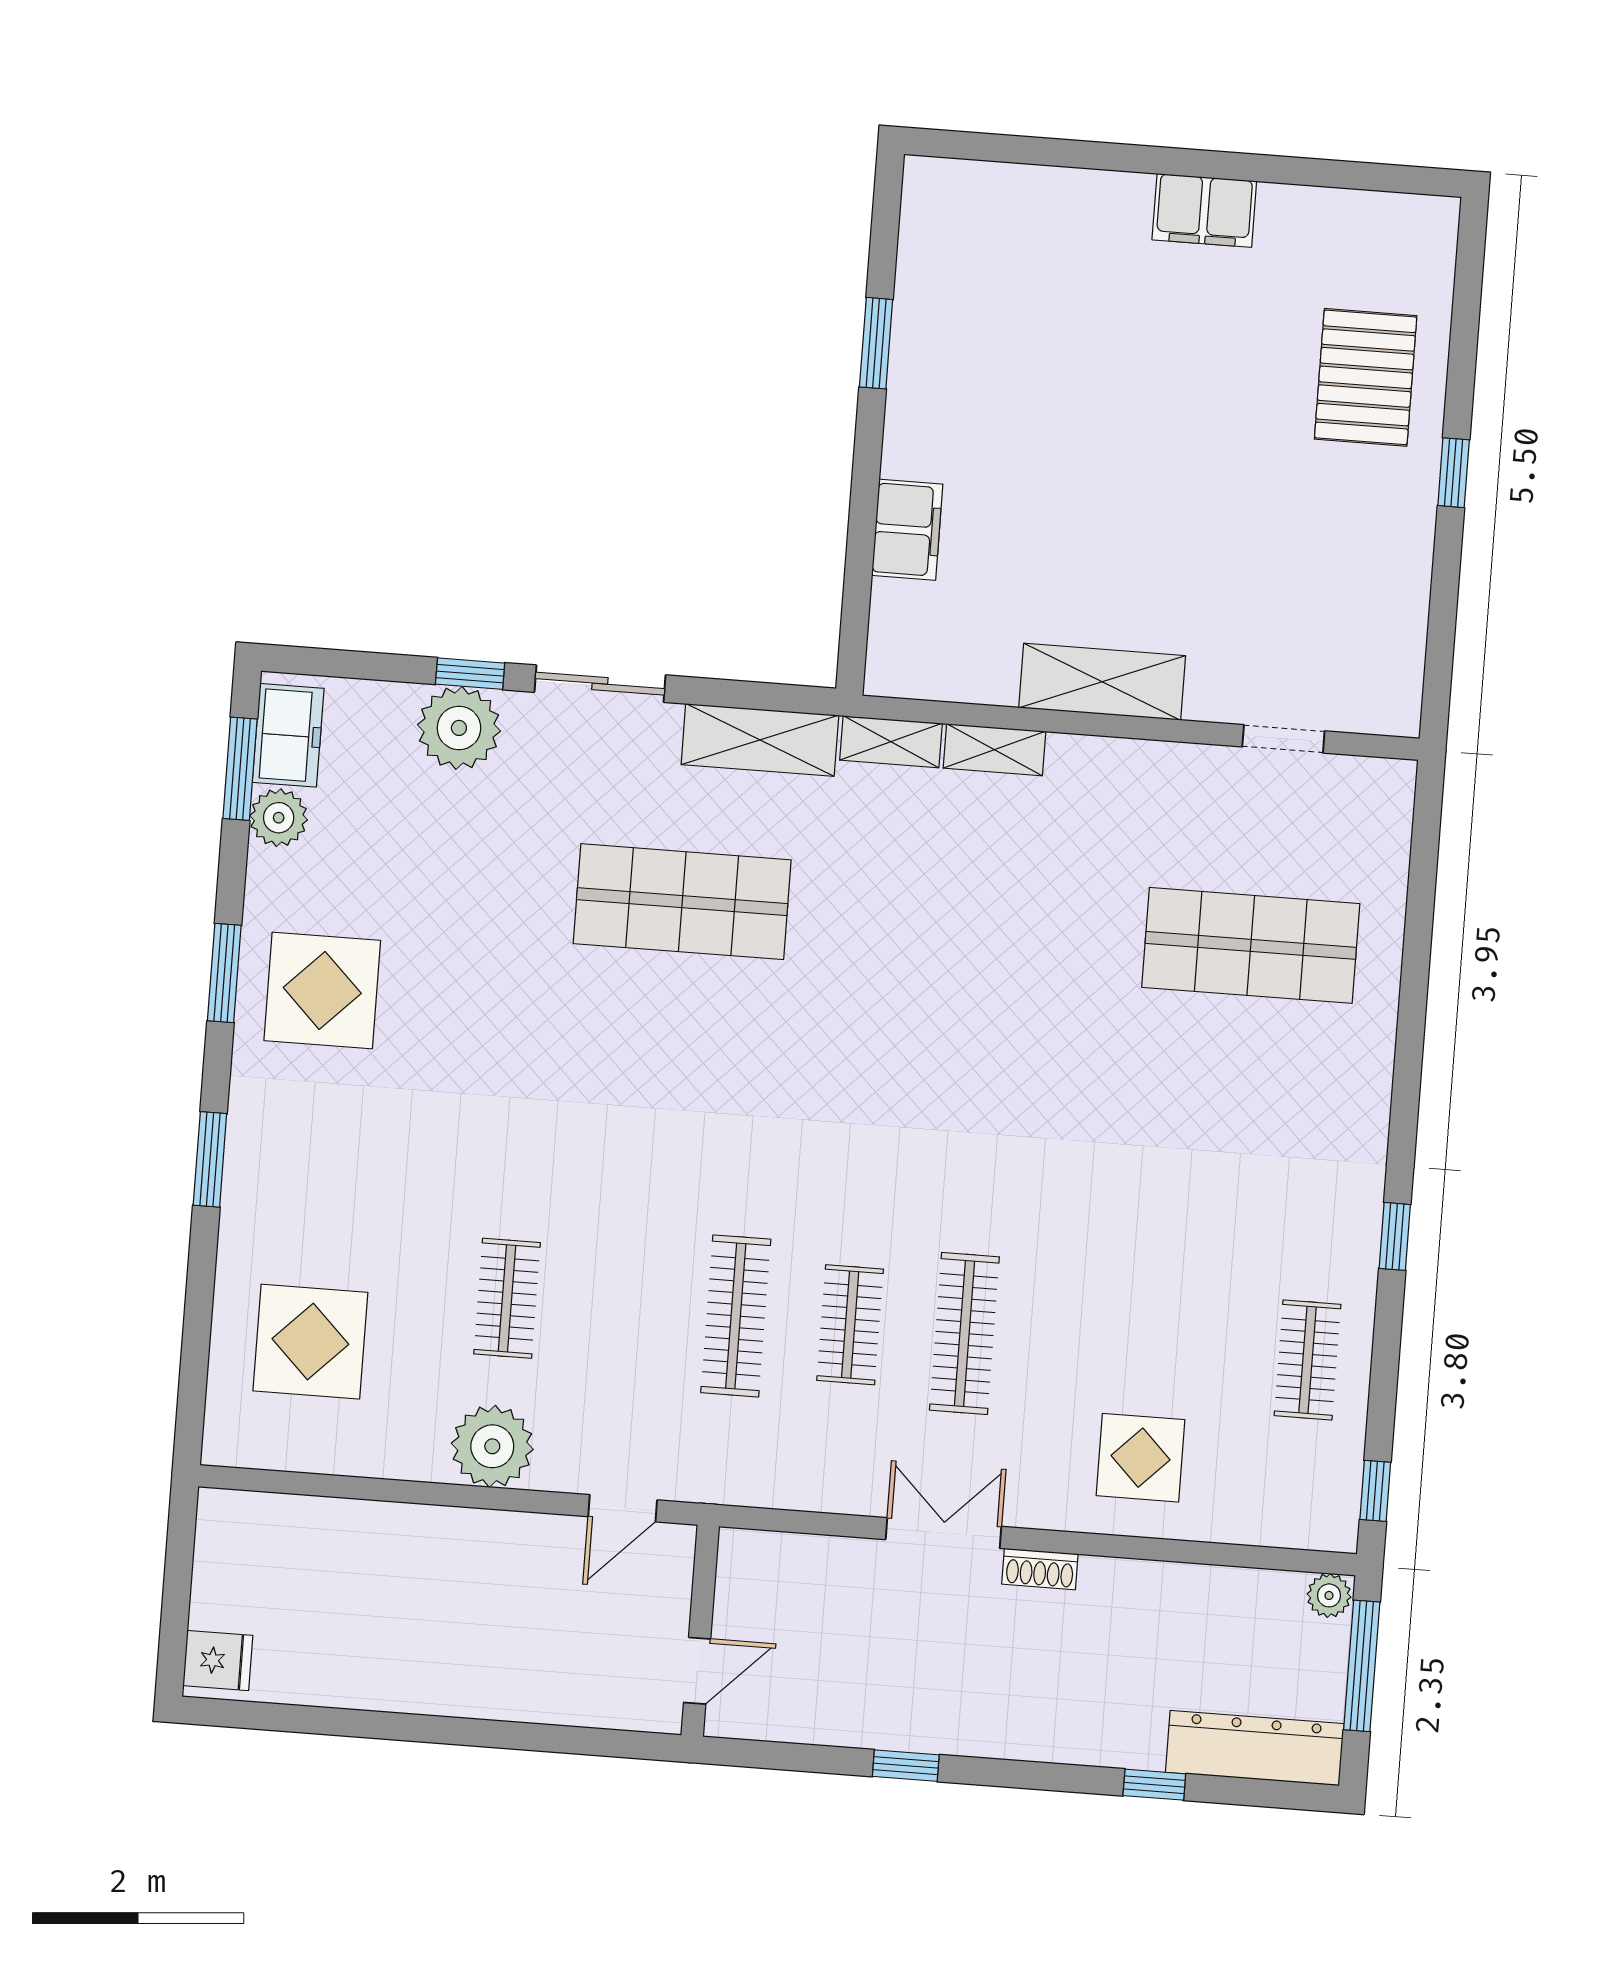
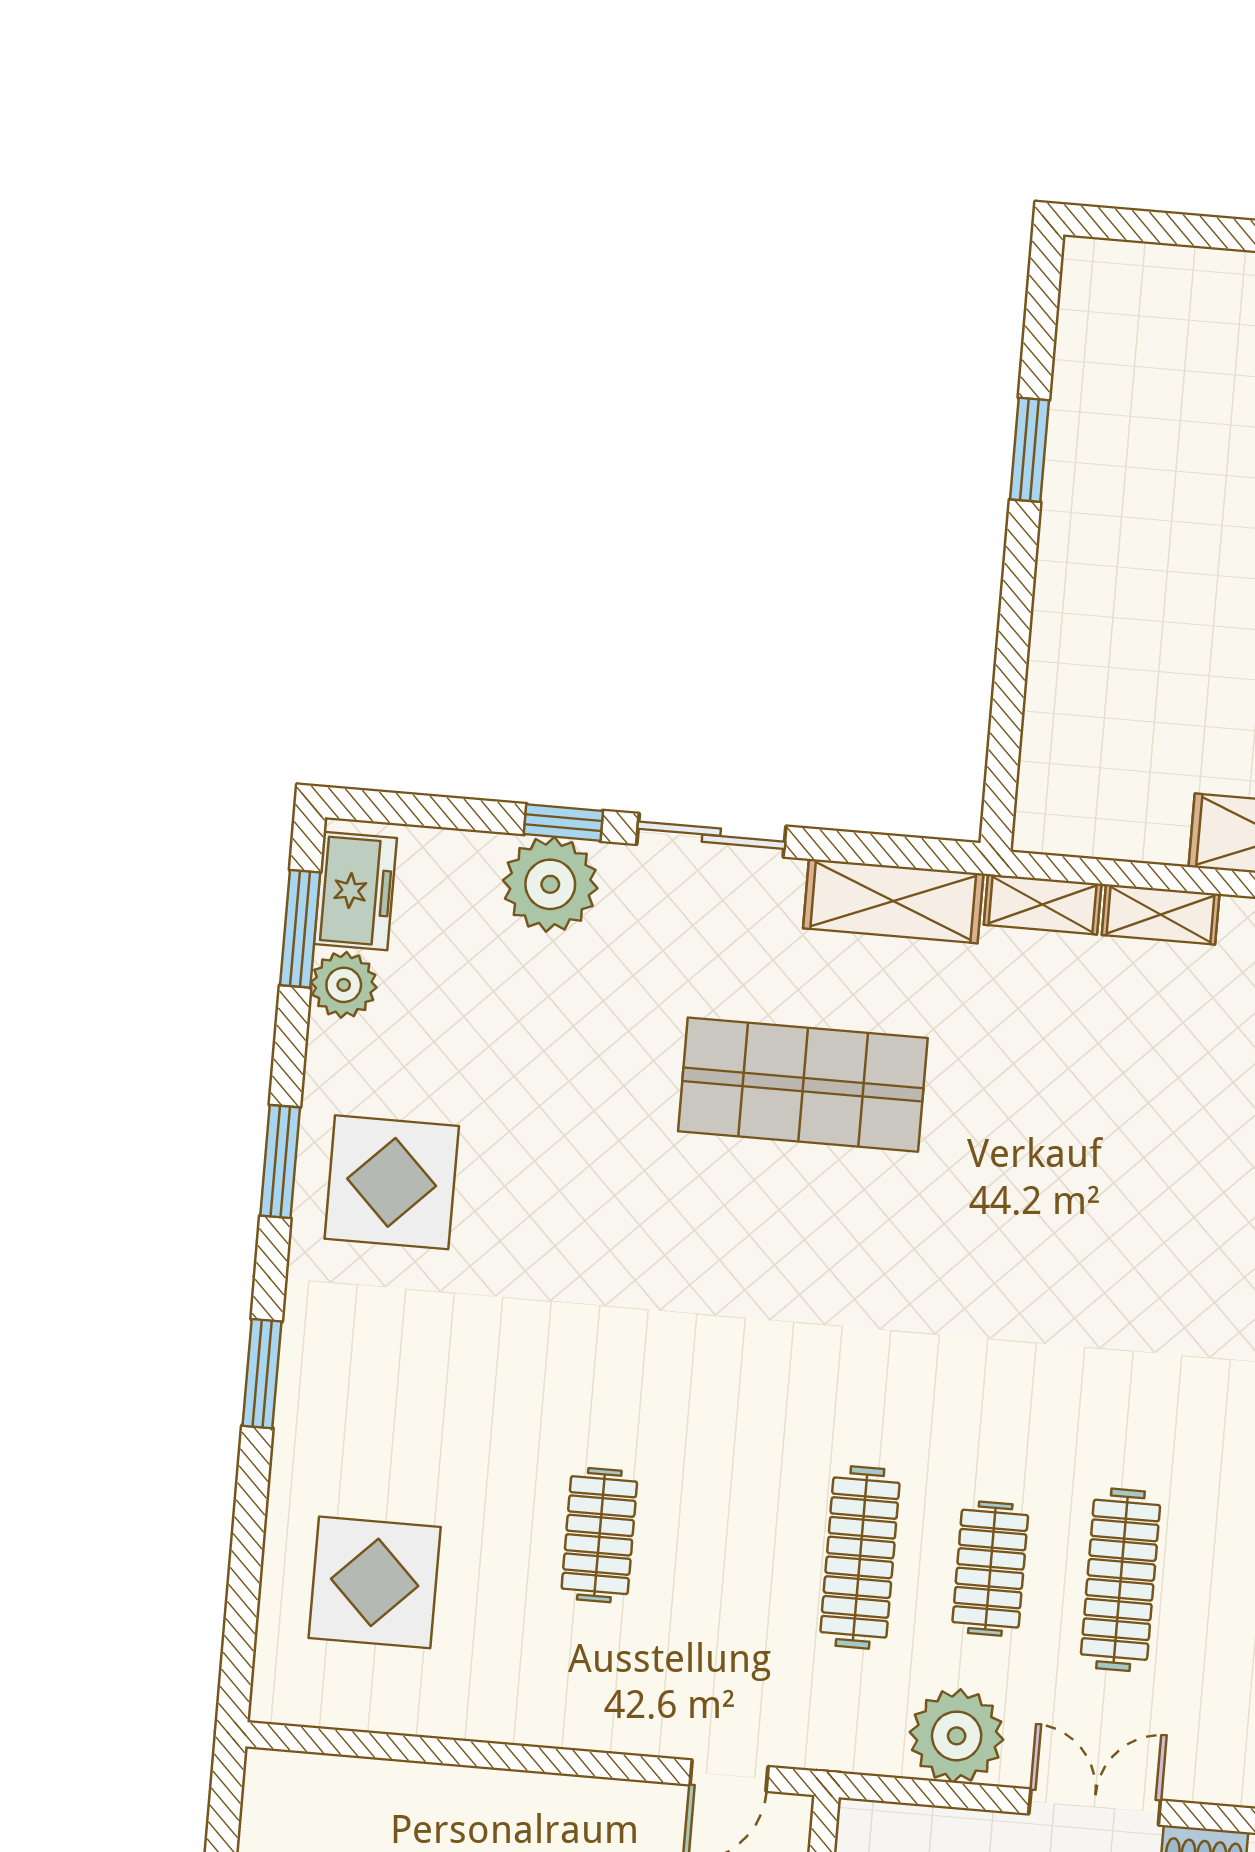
filing cabinet: (907, 530) -> (1063, 663), removed
plant: (492, 1446) -> (957, 1736), moved

